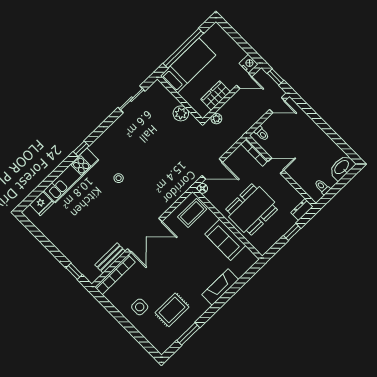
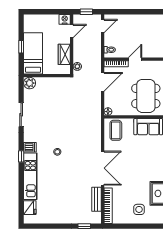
window: (183, 48) -> (21, 47), width x0.32
sliding door: (132, 99) -> (21, 115), moved
plant: (181, 113) -> (30, 83), moved
dishwasher: (98, 148) -> (30, 147), added
door: (212, 169) -> (103, 82), moved

